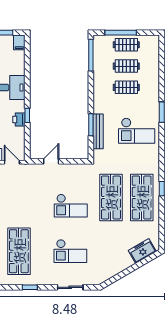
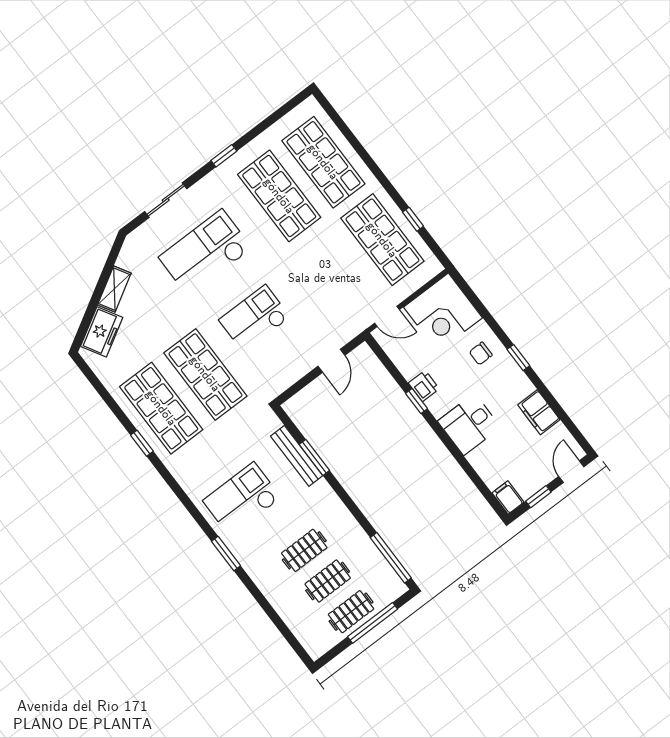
checkout: (70, 251) -> (205, 253), width x1.36, depth x1.21
shelving: (122, 265) -> (114, 289), added

